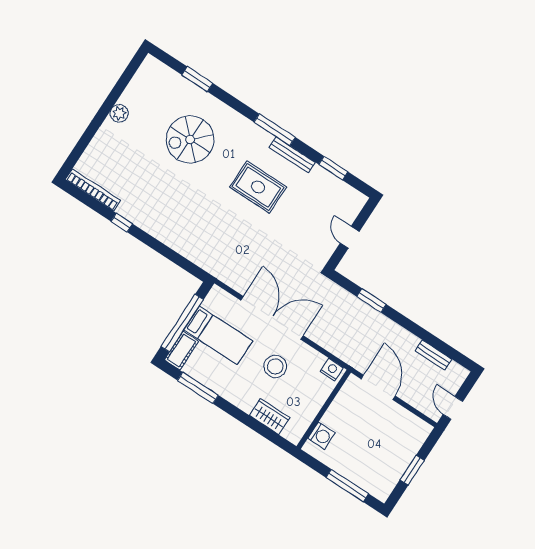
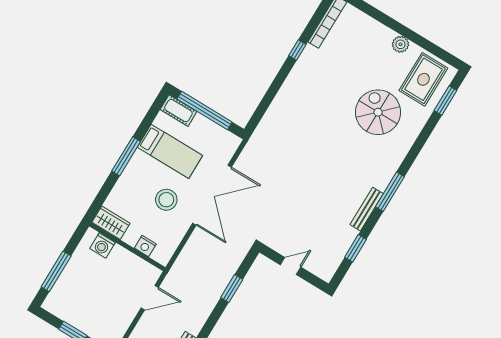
window: (197, 79) -> (445, 101), moved
rug: (258, 187) -> (423, 79), moved
bed: (218, 335) -> (170, 151), moved, turned -90
nightstand: (332, 370) -> (145, 246), moved, turned 90
door: (378, 387) -> (150, 298), width x0.73
window: (198, 388) -> (126, 156), moved
wardrobe: (270, 417) -> (111, 223), moved, turned -90

